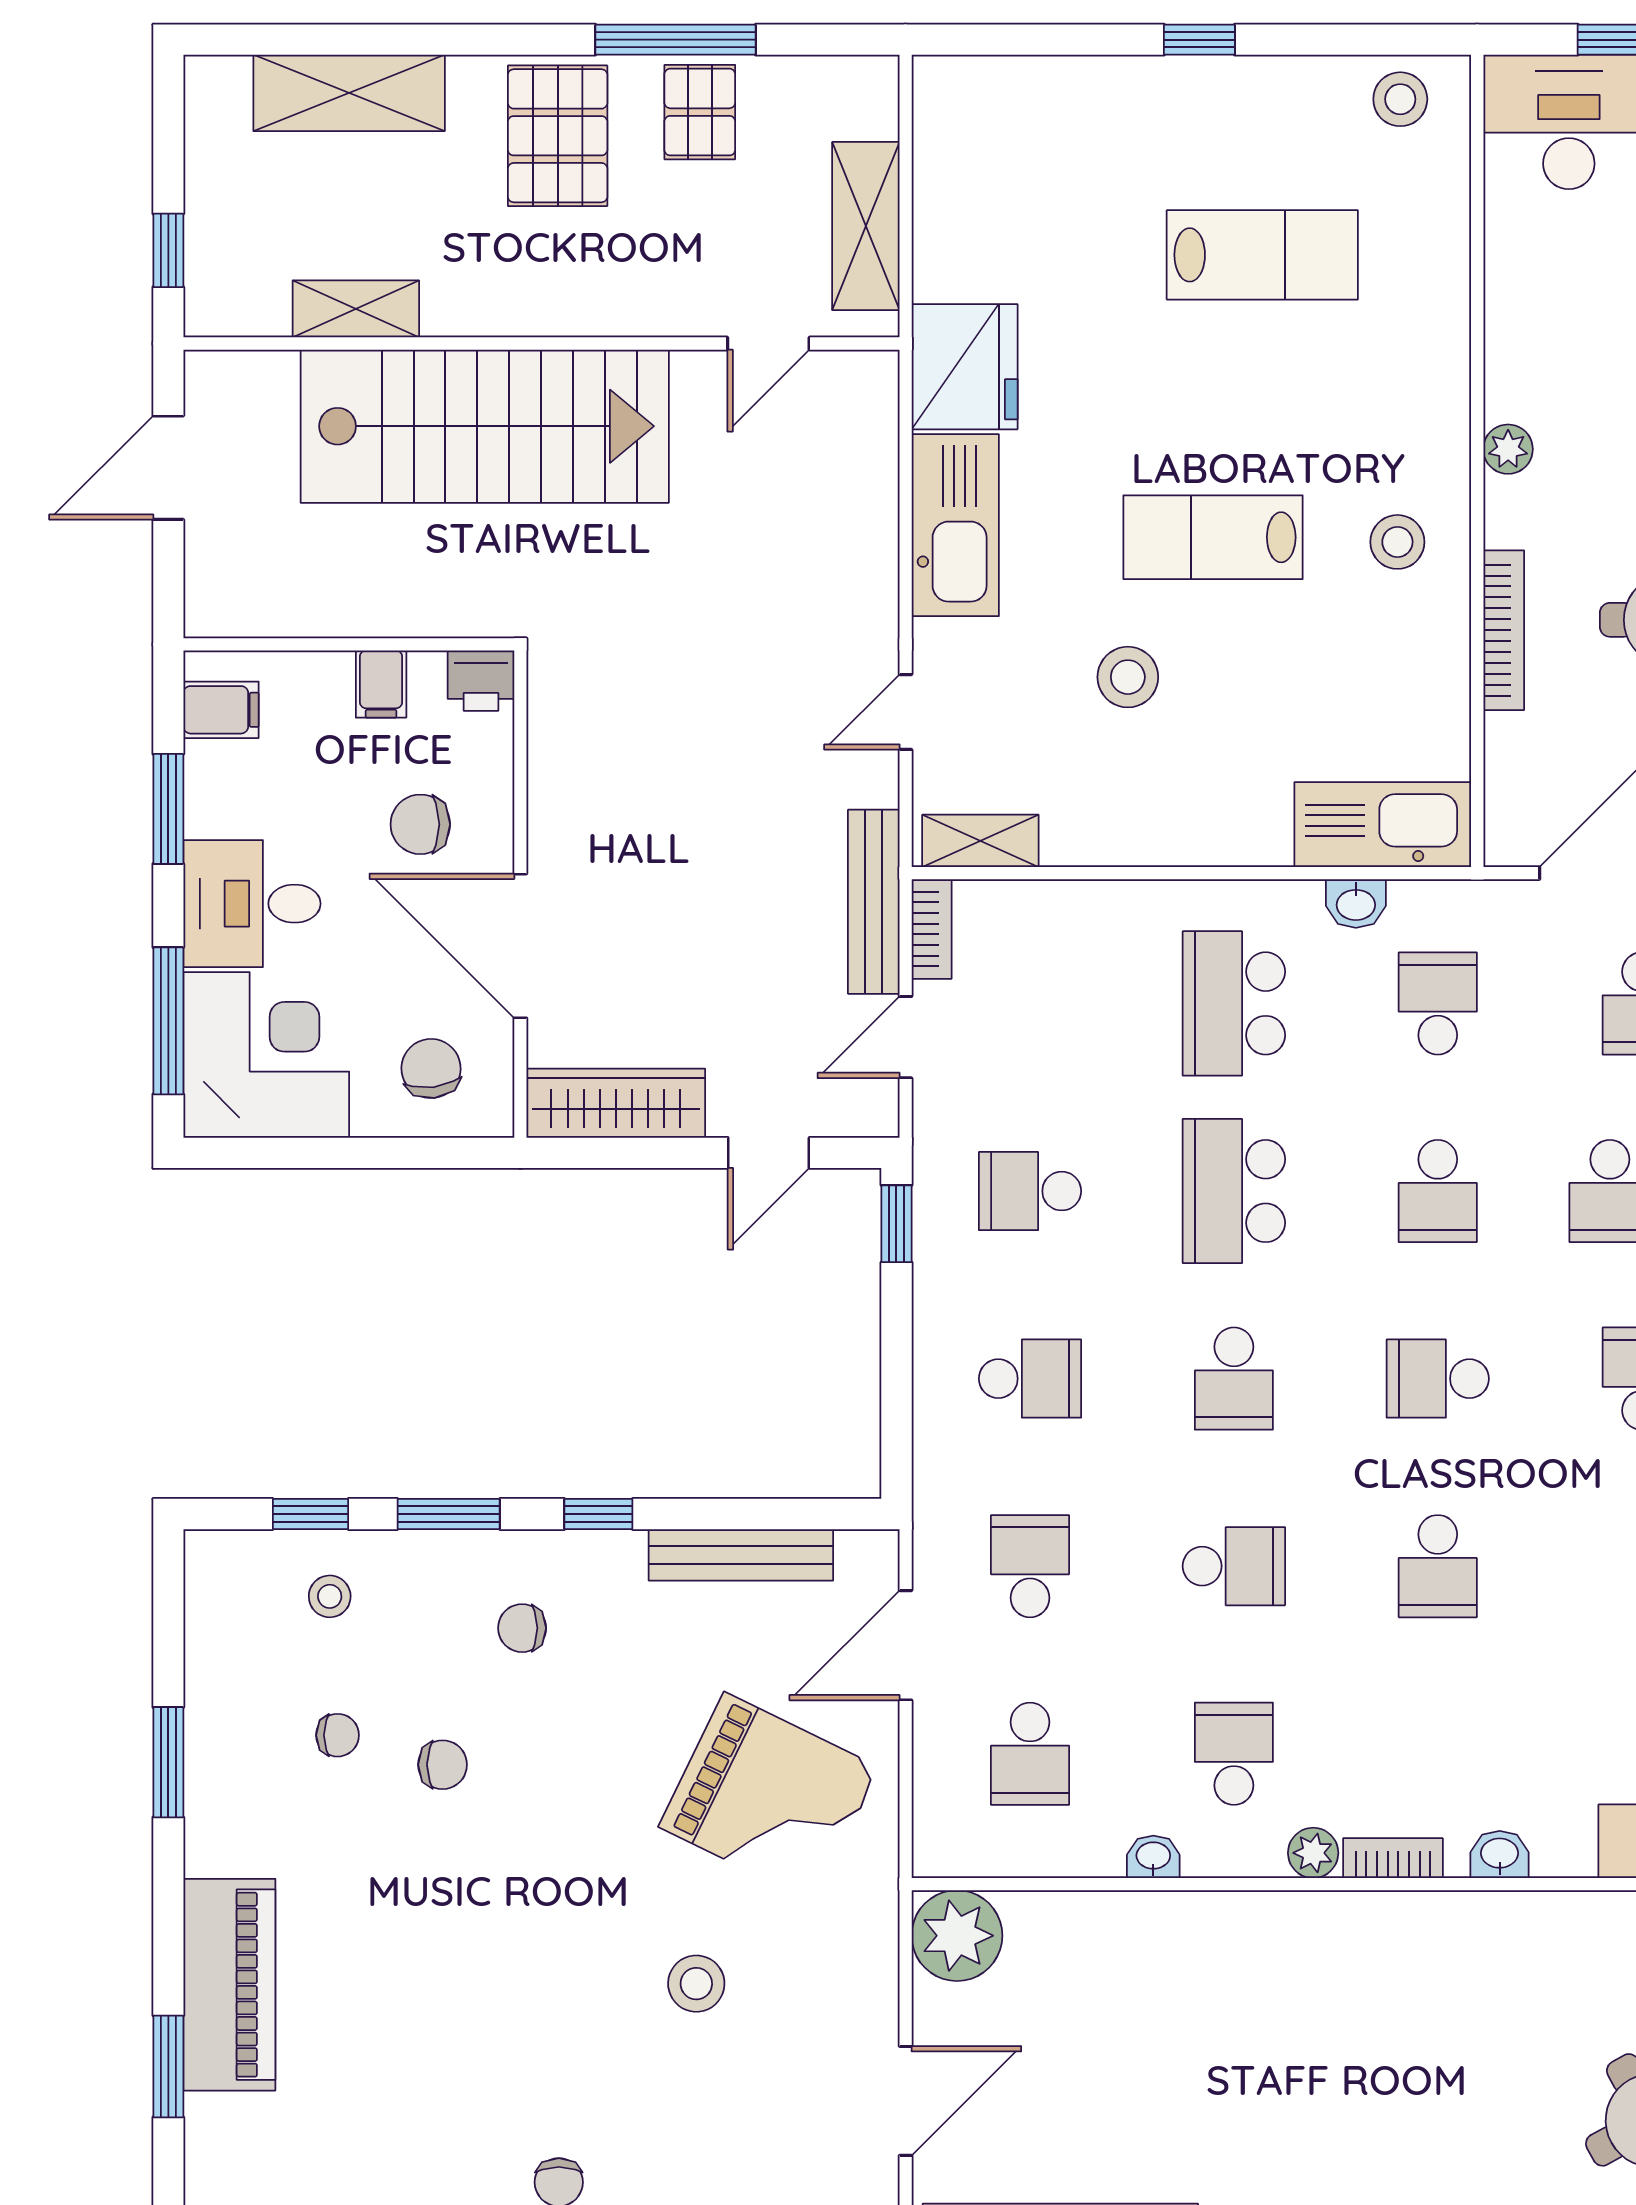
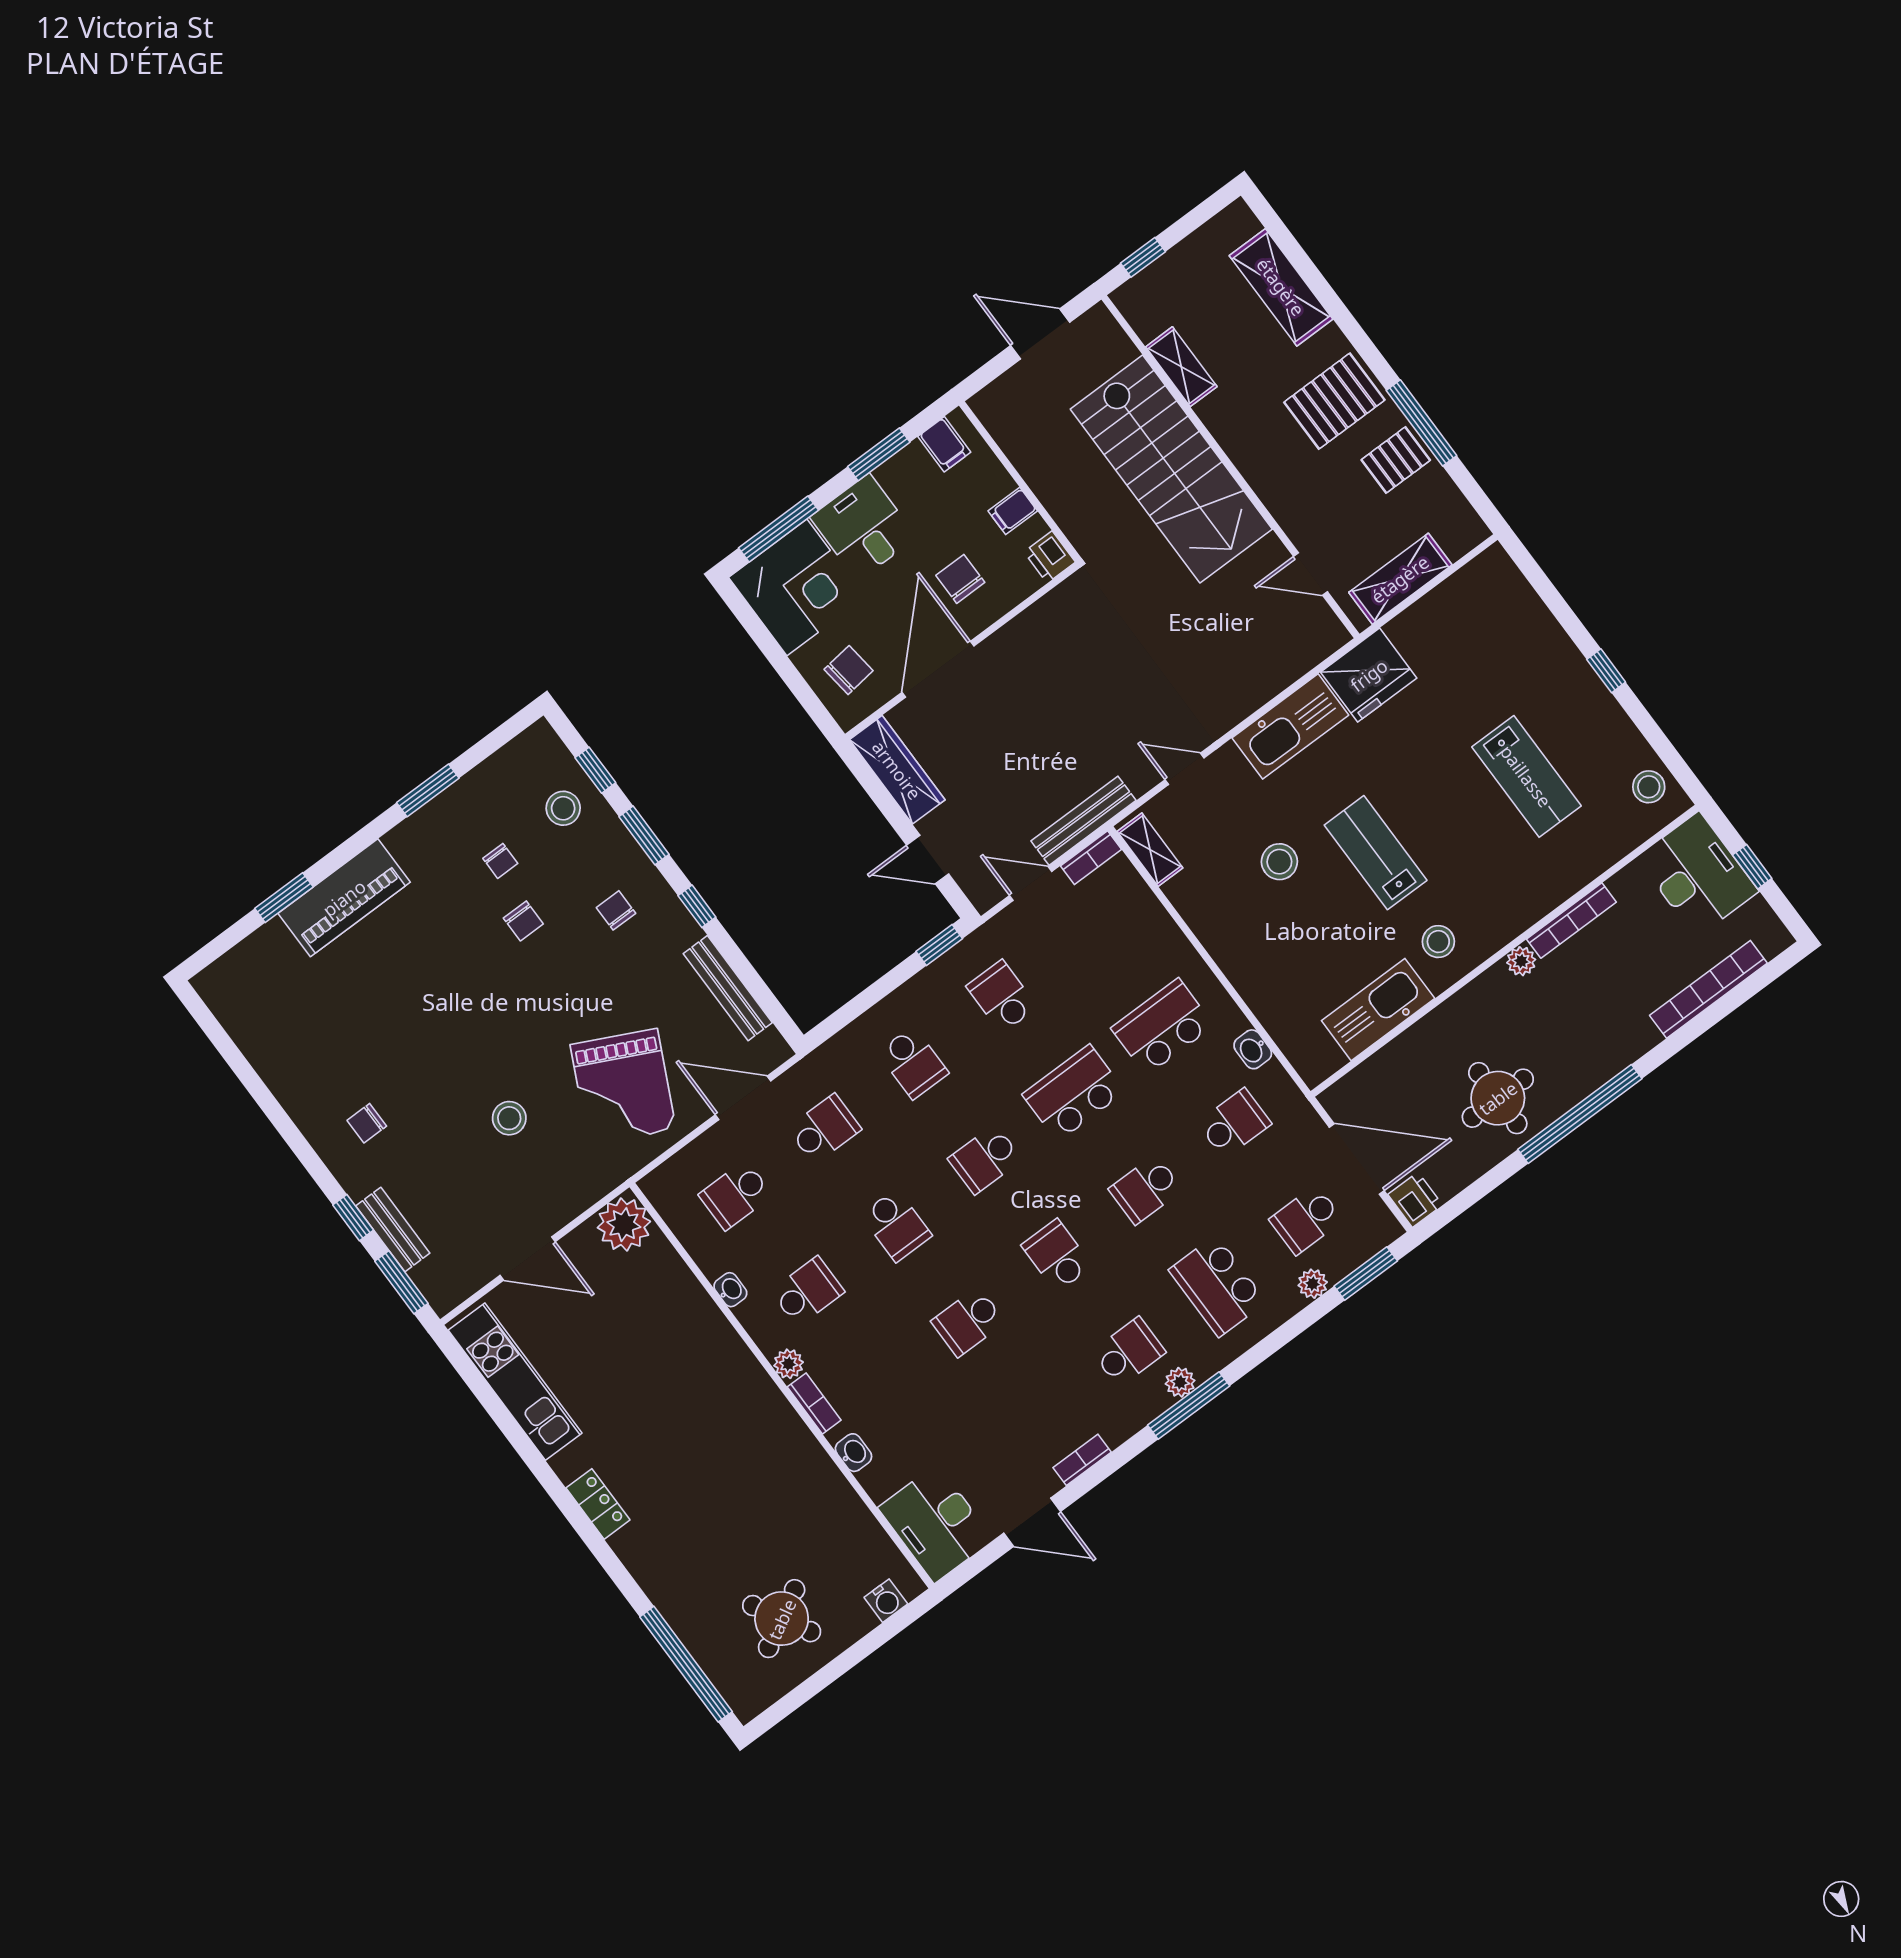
bookcase: (1504, 630) -> (1571, 921), moved
kitchen sink: (1383, 825) -> (1378, 1010), moved, turned -90
stool: (330, 1596) -> (563, 808), width x1.37, depth x1.37

